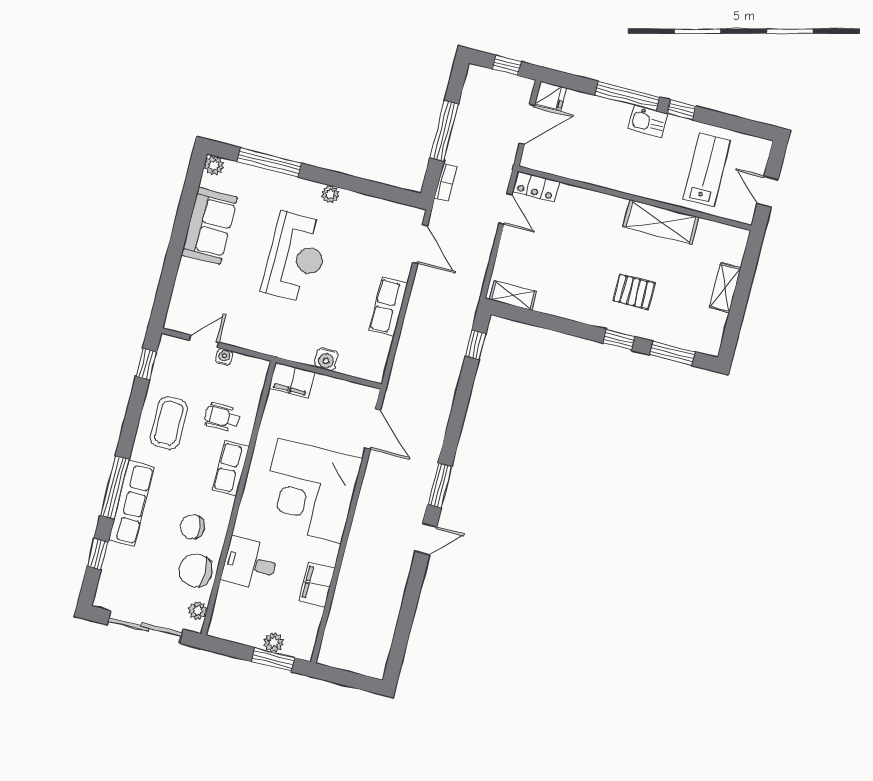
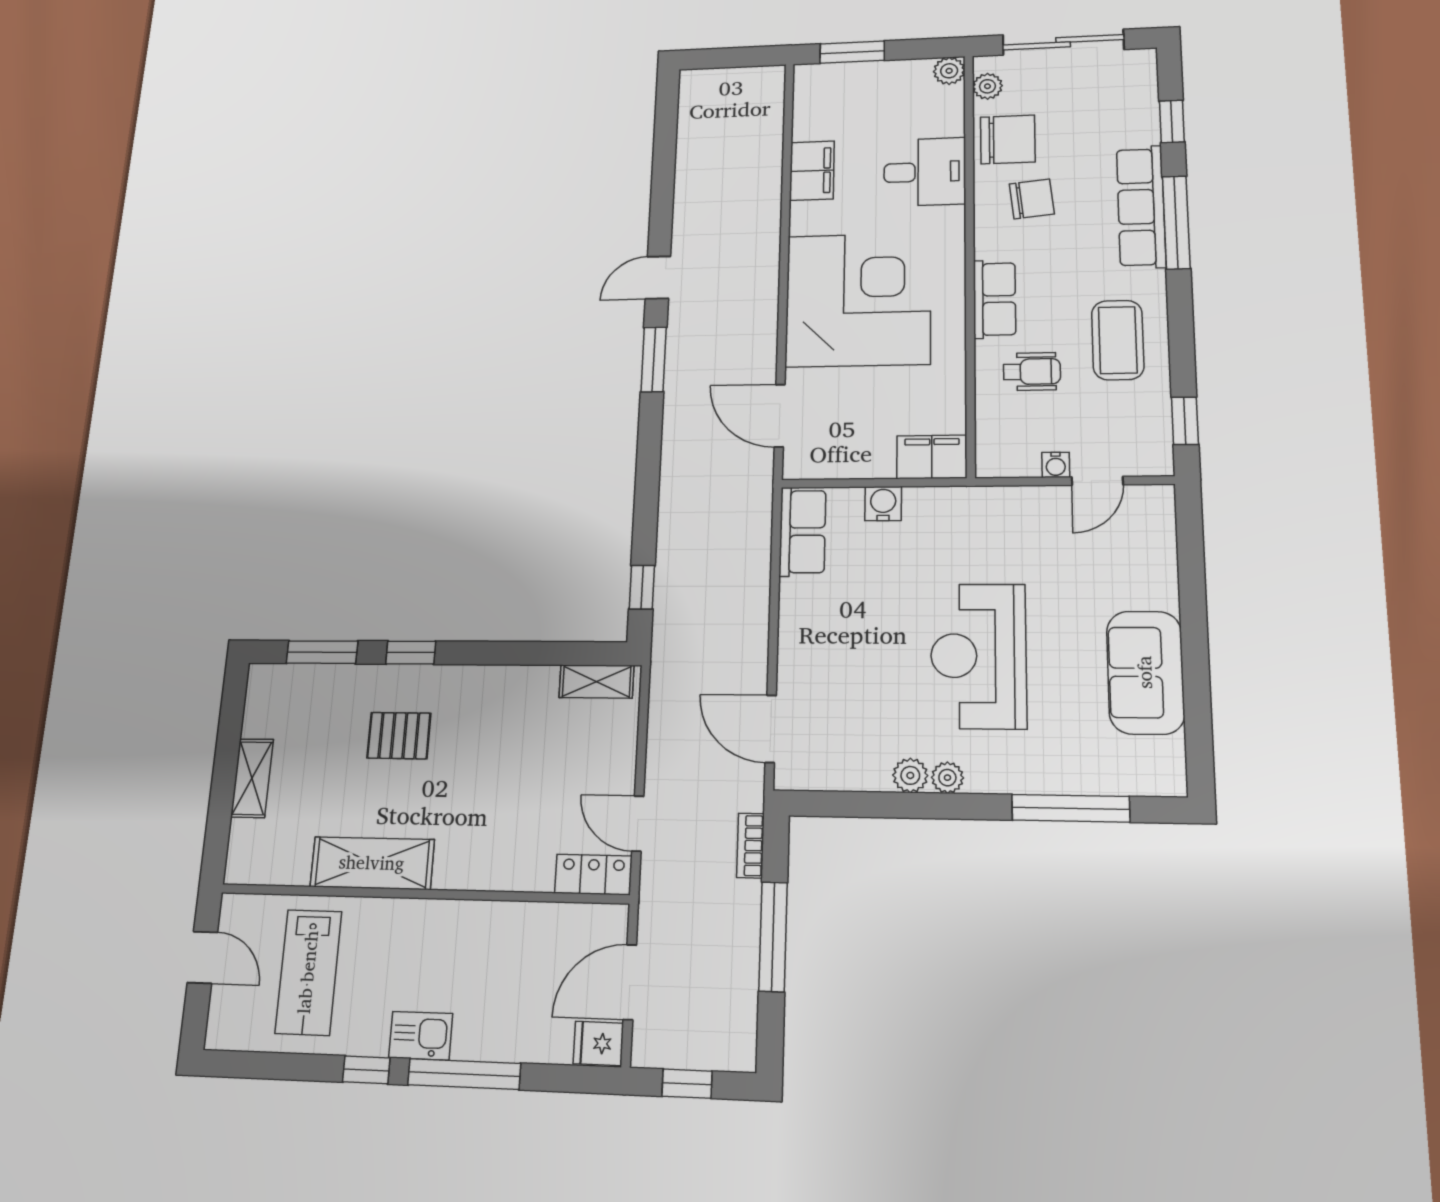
plant: (214, 165) -> (910, 775), moved
row of seats: (388, 307) -> (802, 532), moved
plant: (274, 642) -> (949, 71), moved

